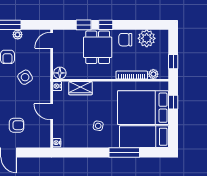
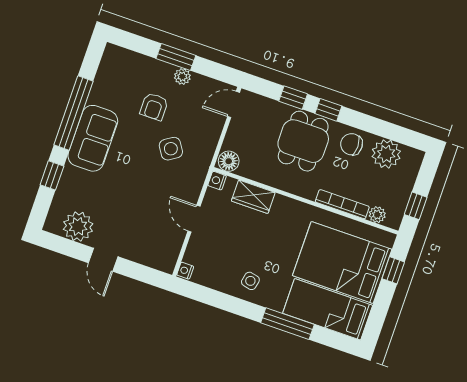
armchair: (17, 125) -> (131, 221), removed
side table: (98, 126) -> (250, 281), moved

